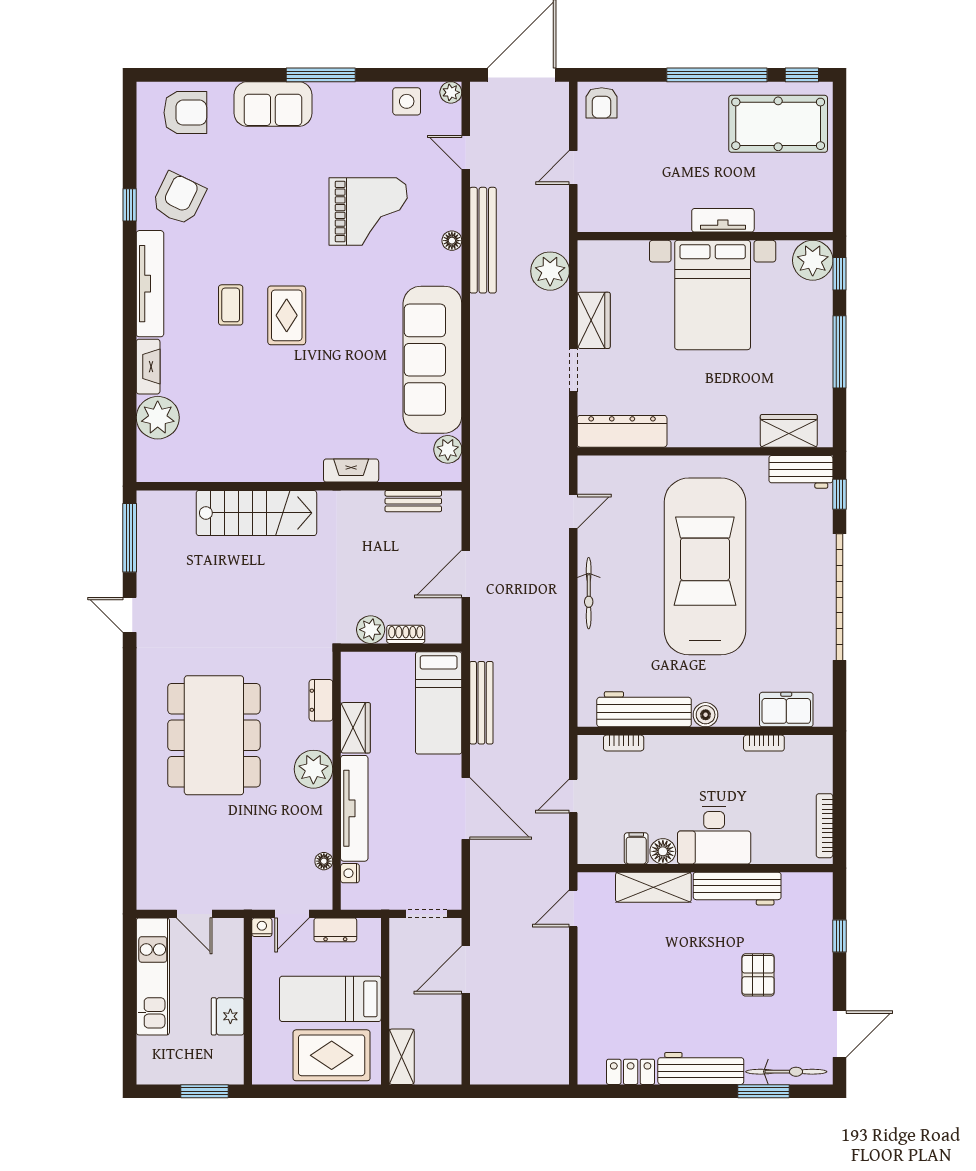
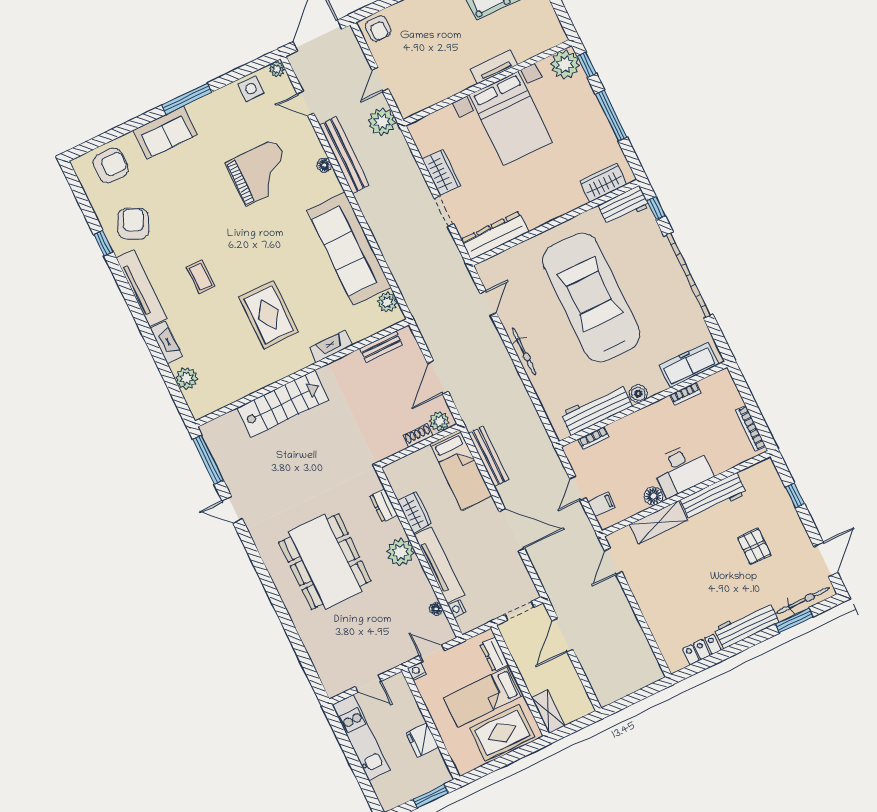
plant: (550, 271) -> (382, 122), moved
rug: (287, 315) -> (269, 315), moved, width x1.36, depth x1.43
plant: (158, 418) -> (187, 378), width x0.73, depth x0.73
plant: (371, 630) -> (439, 422), moved
freezer: (786, 710) -> (689, 365), width x1.40
filing cabinet: (636, 848) -> (602, 504), moved, turned 90
door: (292, 914) -> (432, 653), swing flipped
dresser: (335, 930) -> (494, 654), moved, turned 90

